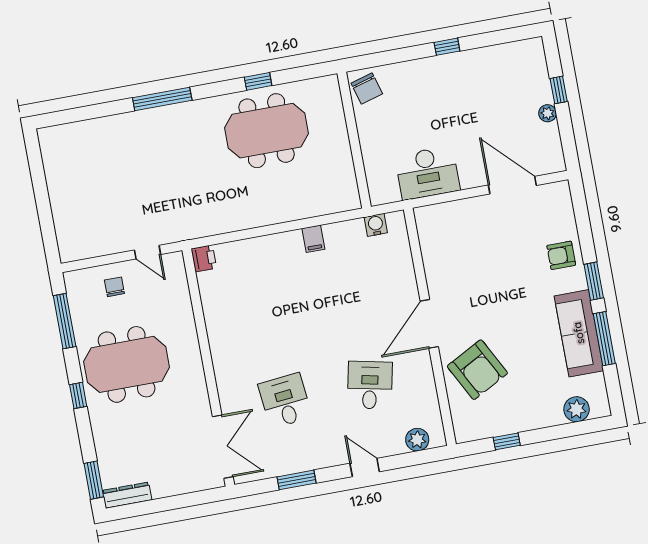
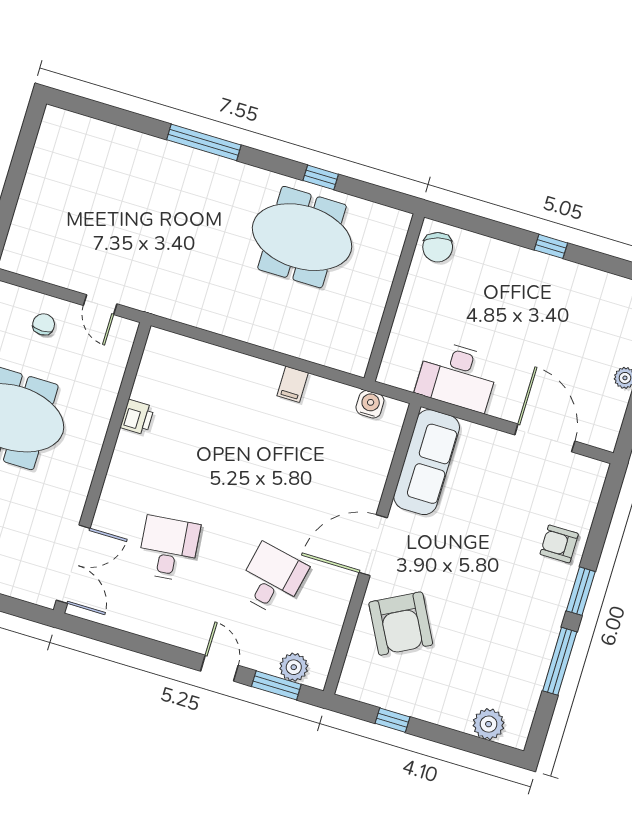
printer: (204, 258) -> (137, 417), moved
sofa: (579, 333) -> (427, 462), moved, turned 180
window: (297, 480) -> (276, 685), moved

